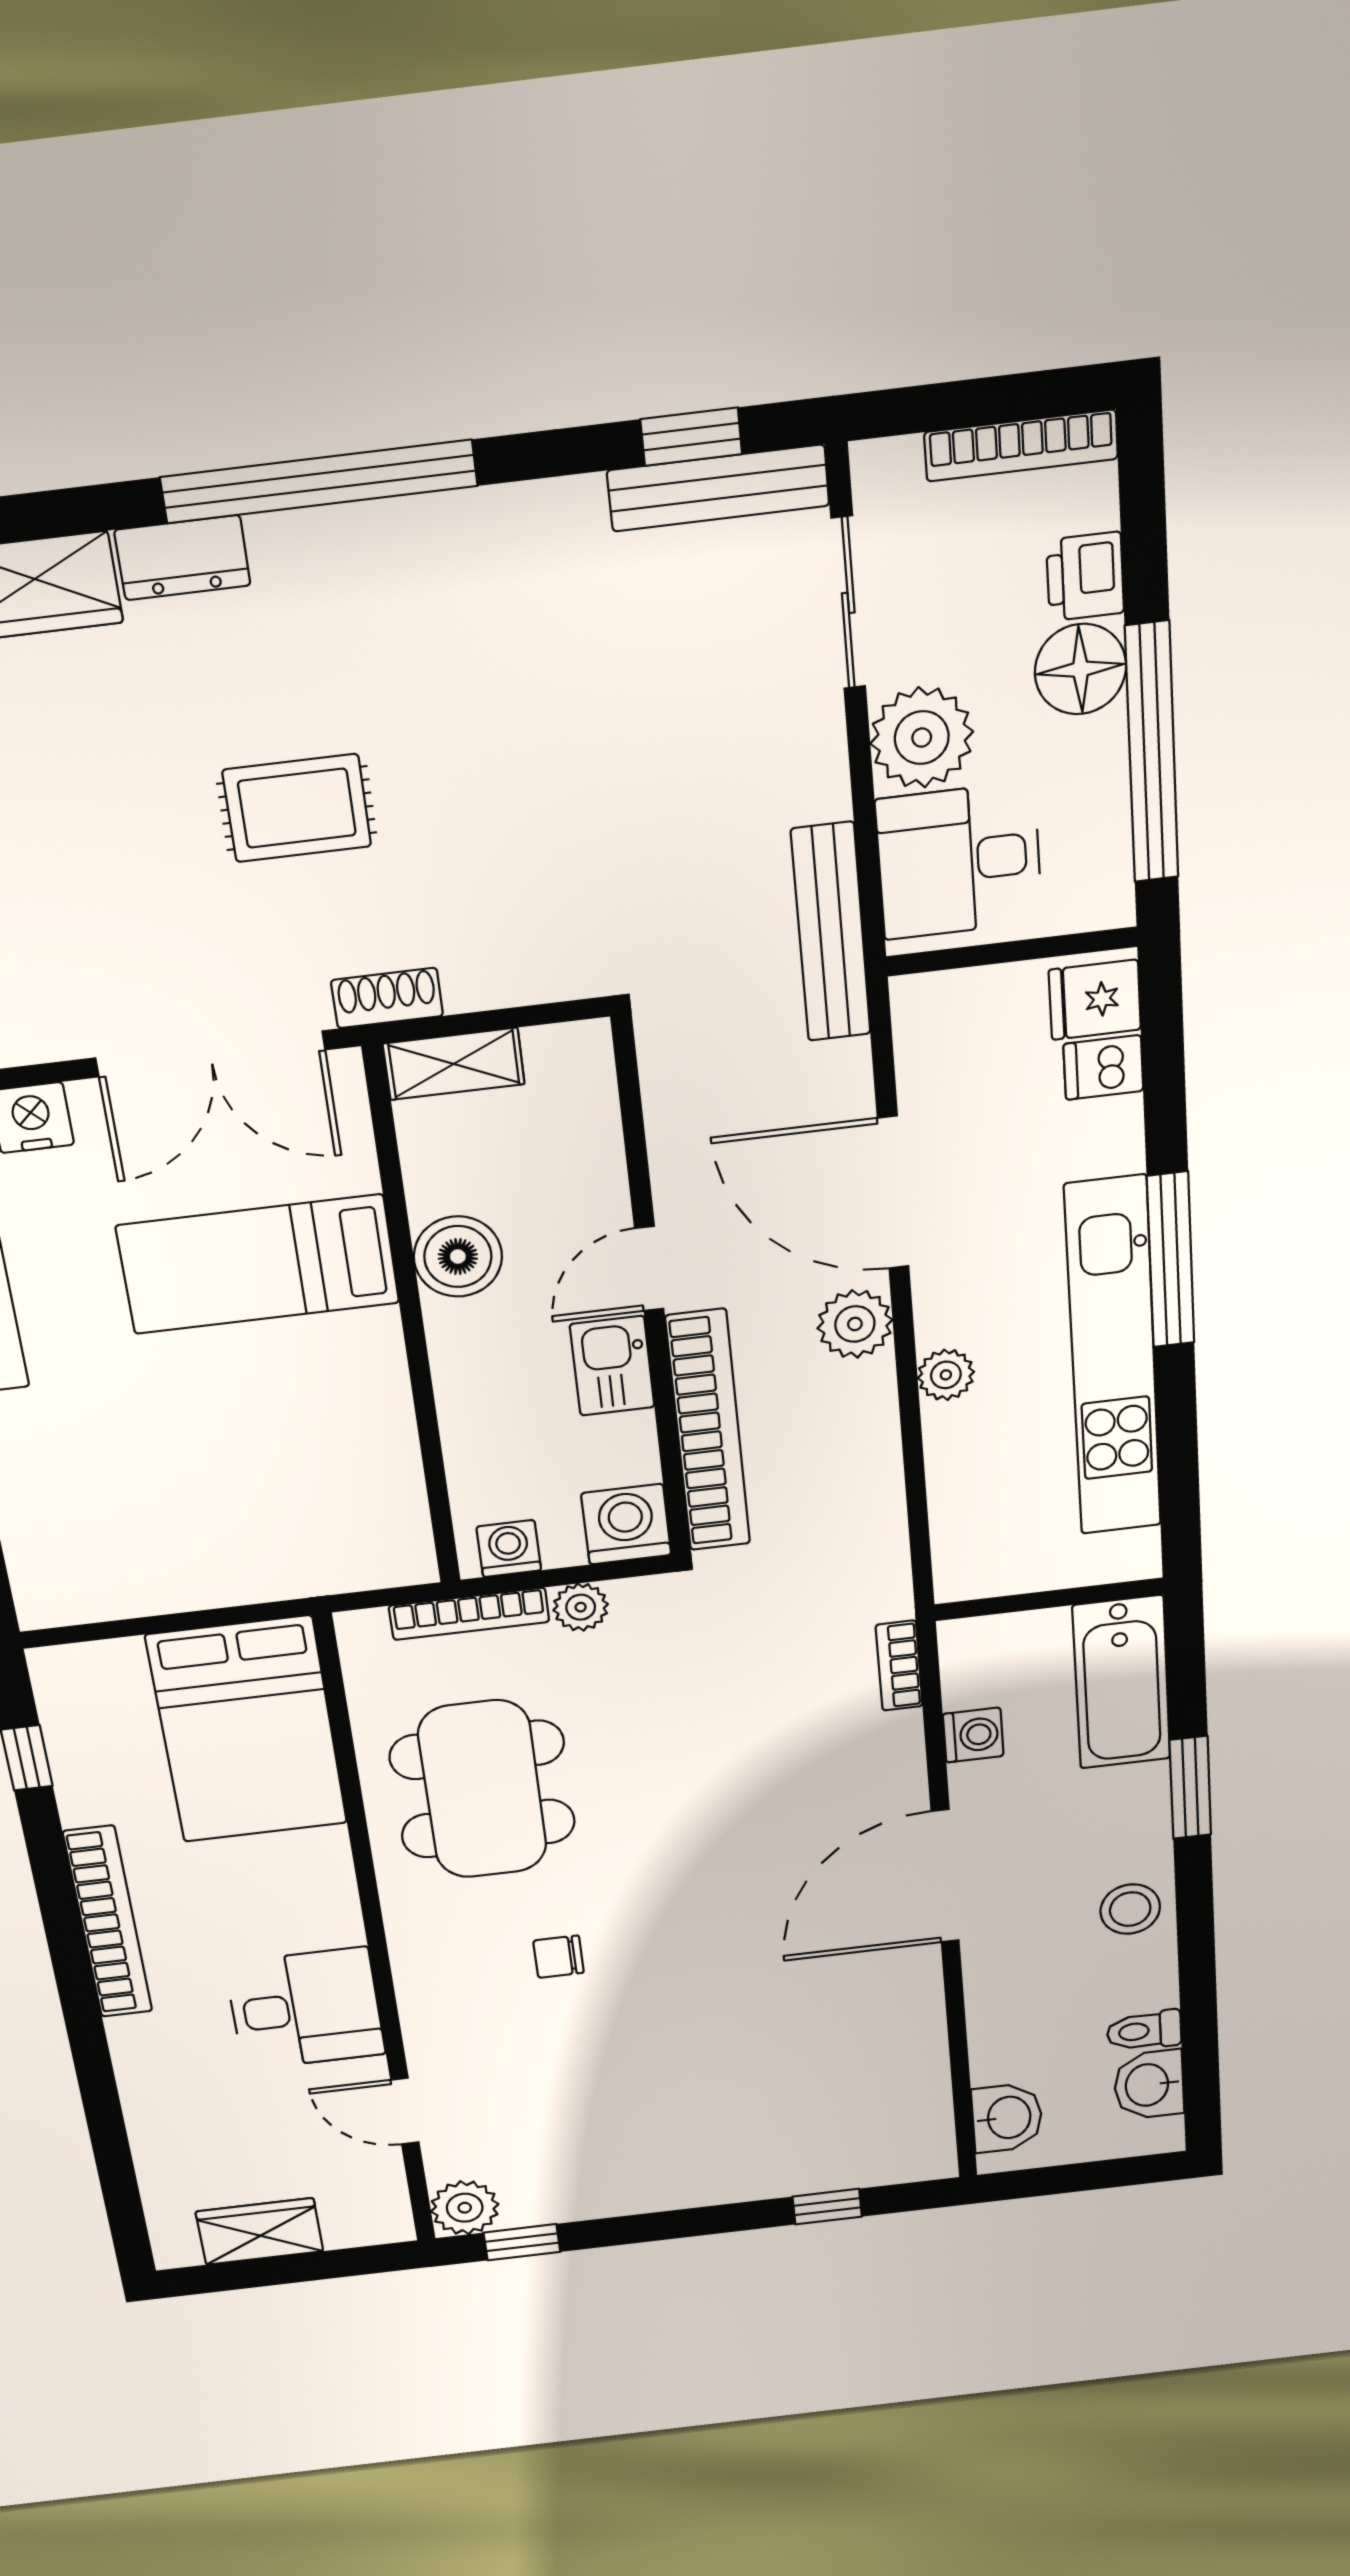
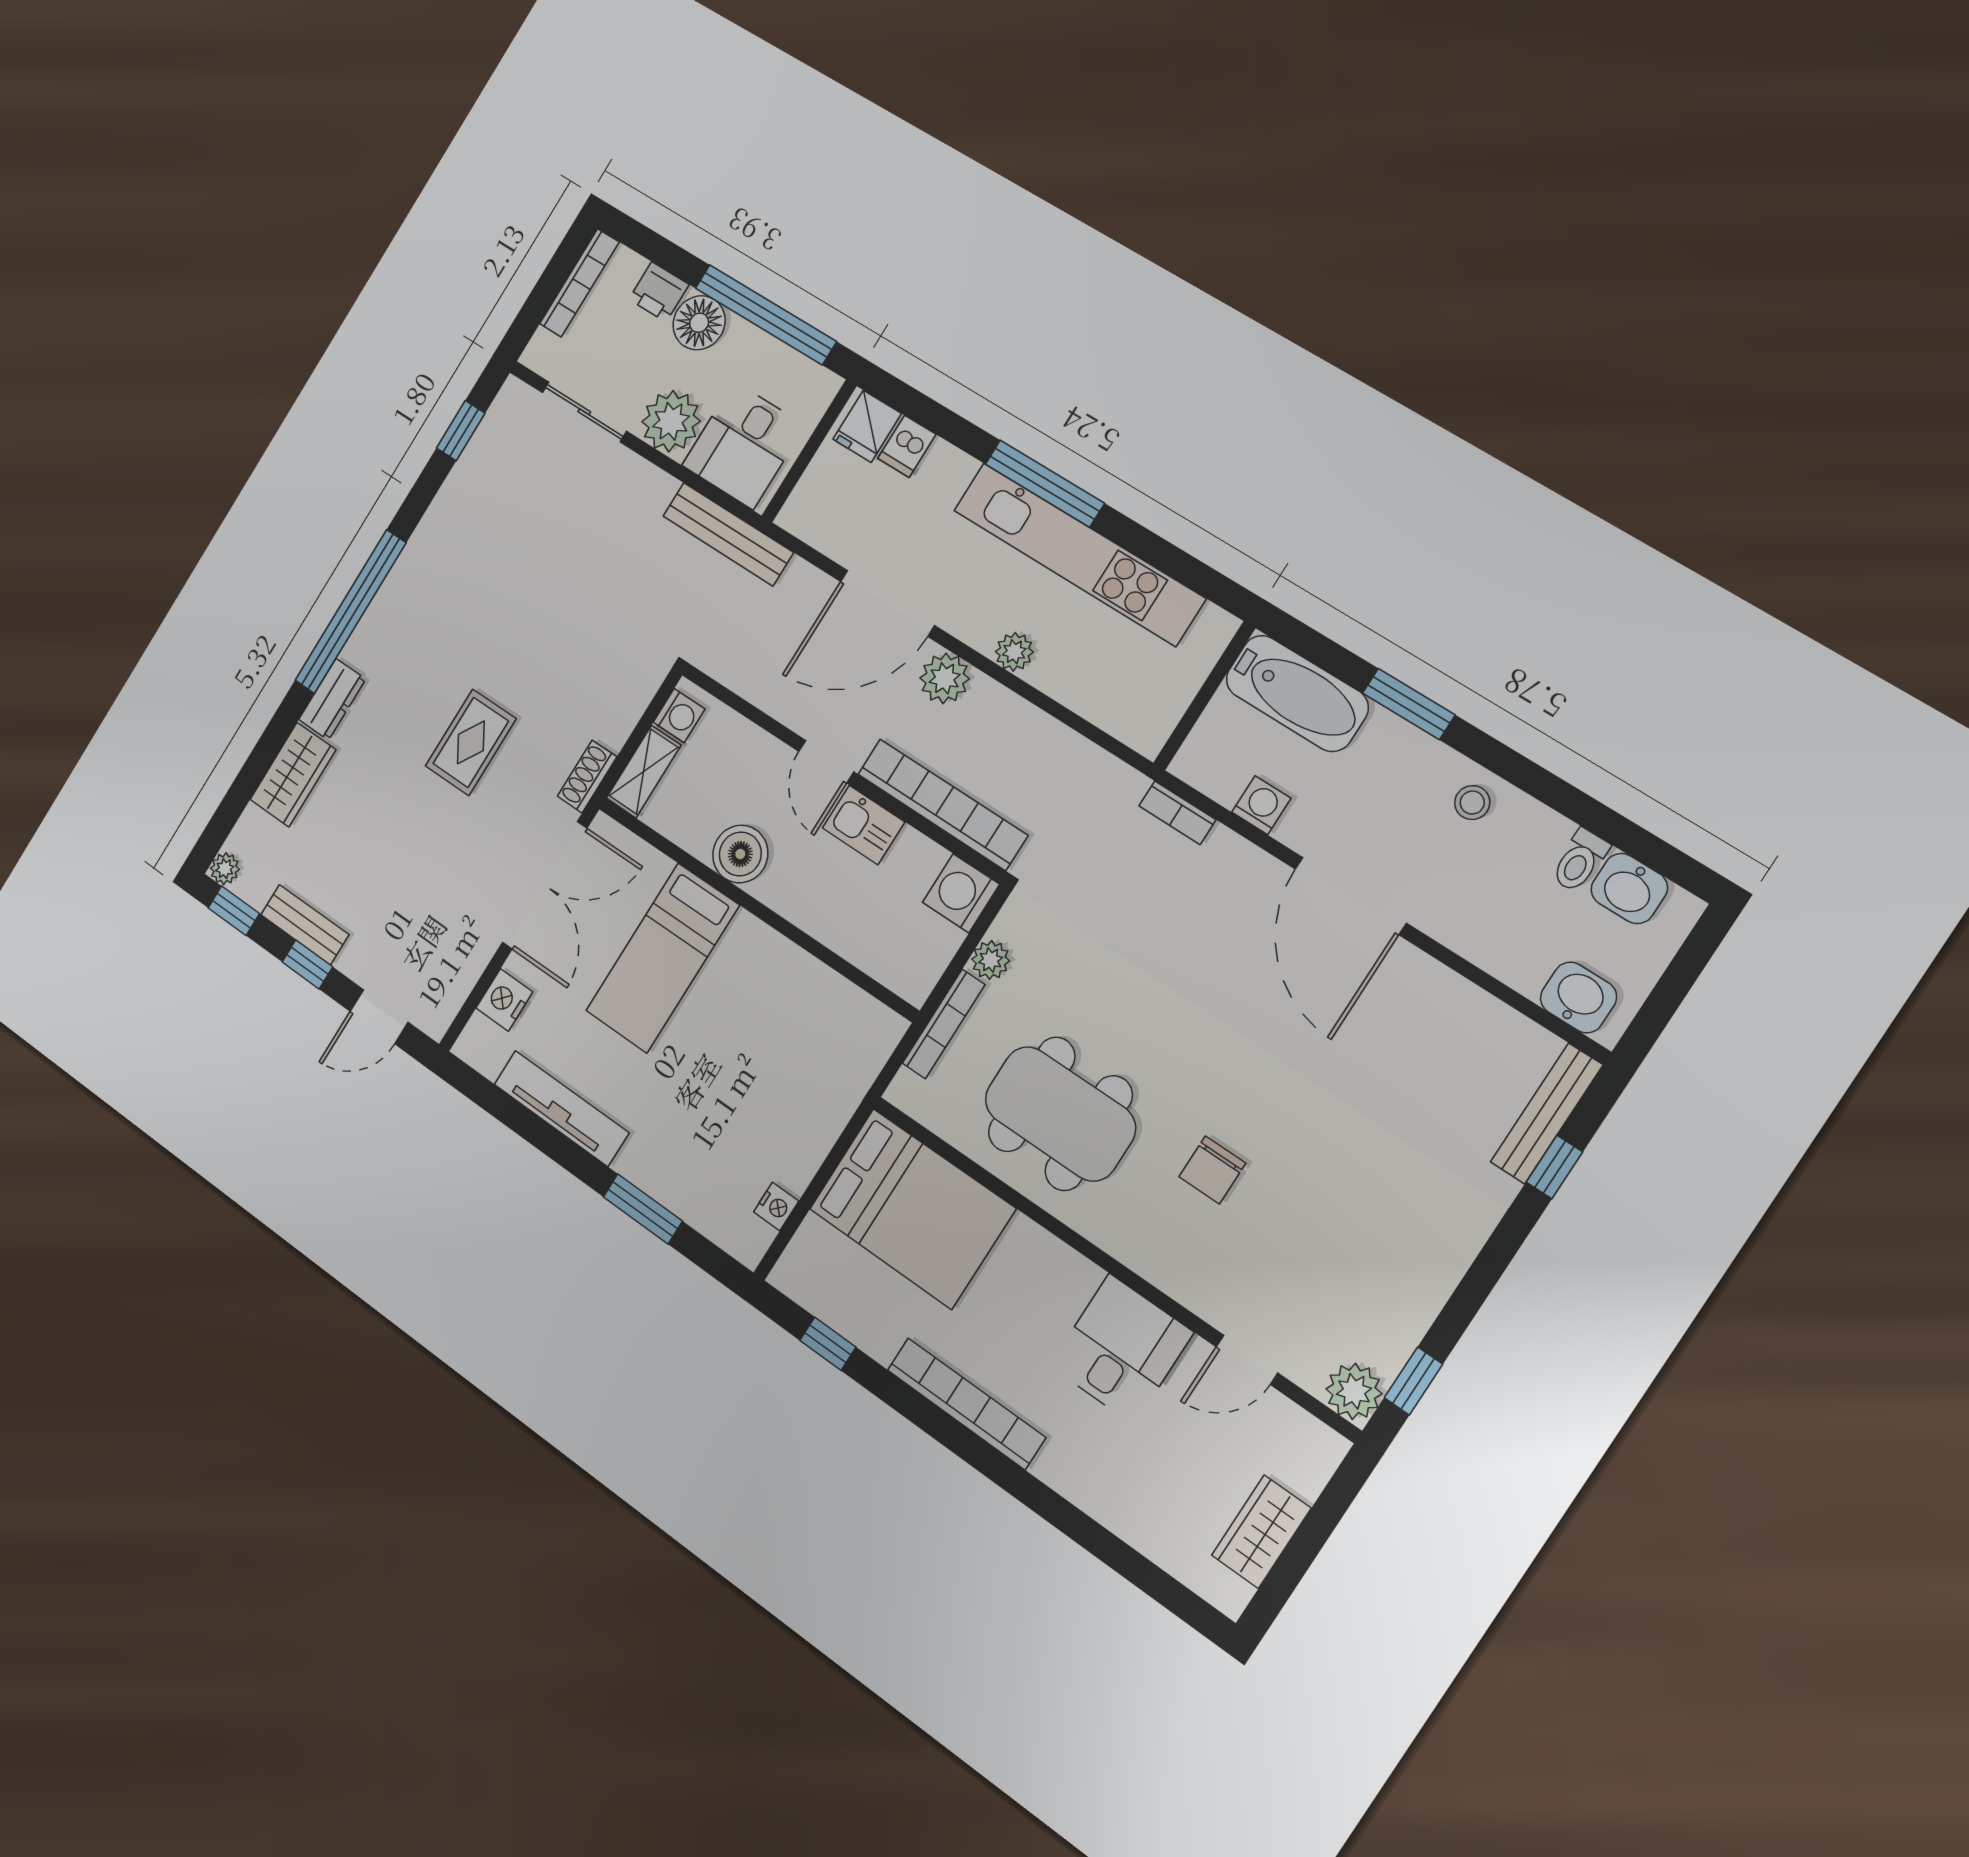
bench: (718, 488) -> (1547, 1114), moved
washing machine: (509, 1549) -> (679, 716), moved, turned 180
nightstand: (112, 1600) -> (776, 1206), added
stool: (1130, 1909) -> (1472, 803), width x0.73, depth x0.73
chair: (558, 1957) -> (1212, 1170), width x1.37, depth x1.37

